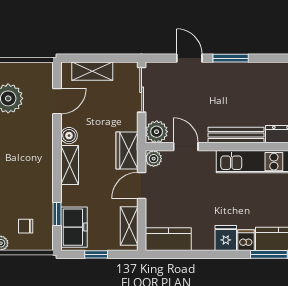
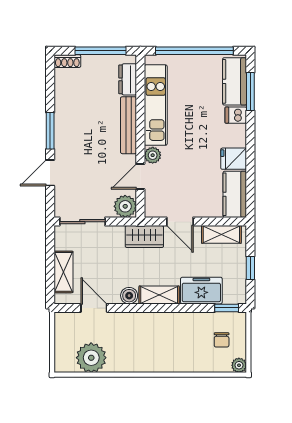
plant: (154, 159) -> (153, 155), moved
window: (57, 214) -> (227, 308), moved
freezer: (74, 227) -> (201, 291), moved
fridge: (226, 238) -> (234, 159), moved

